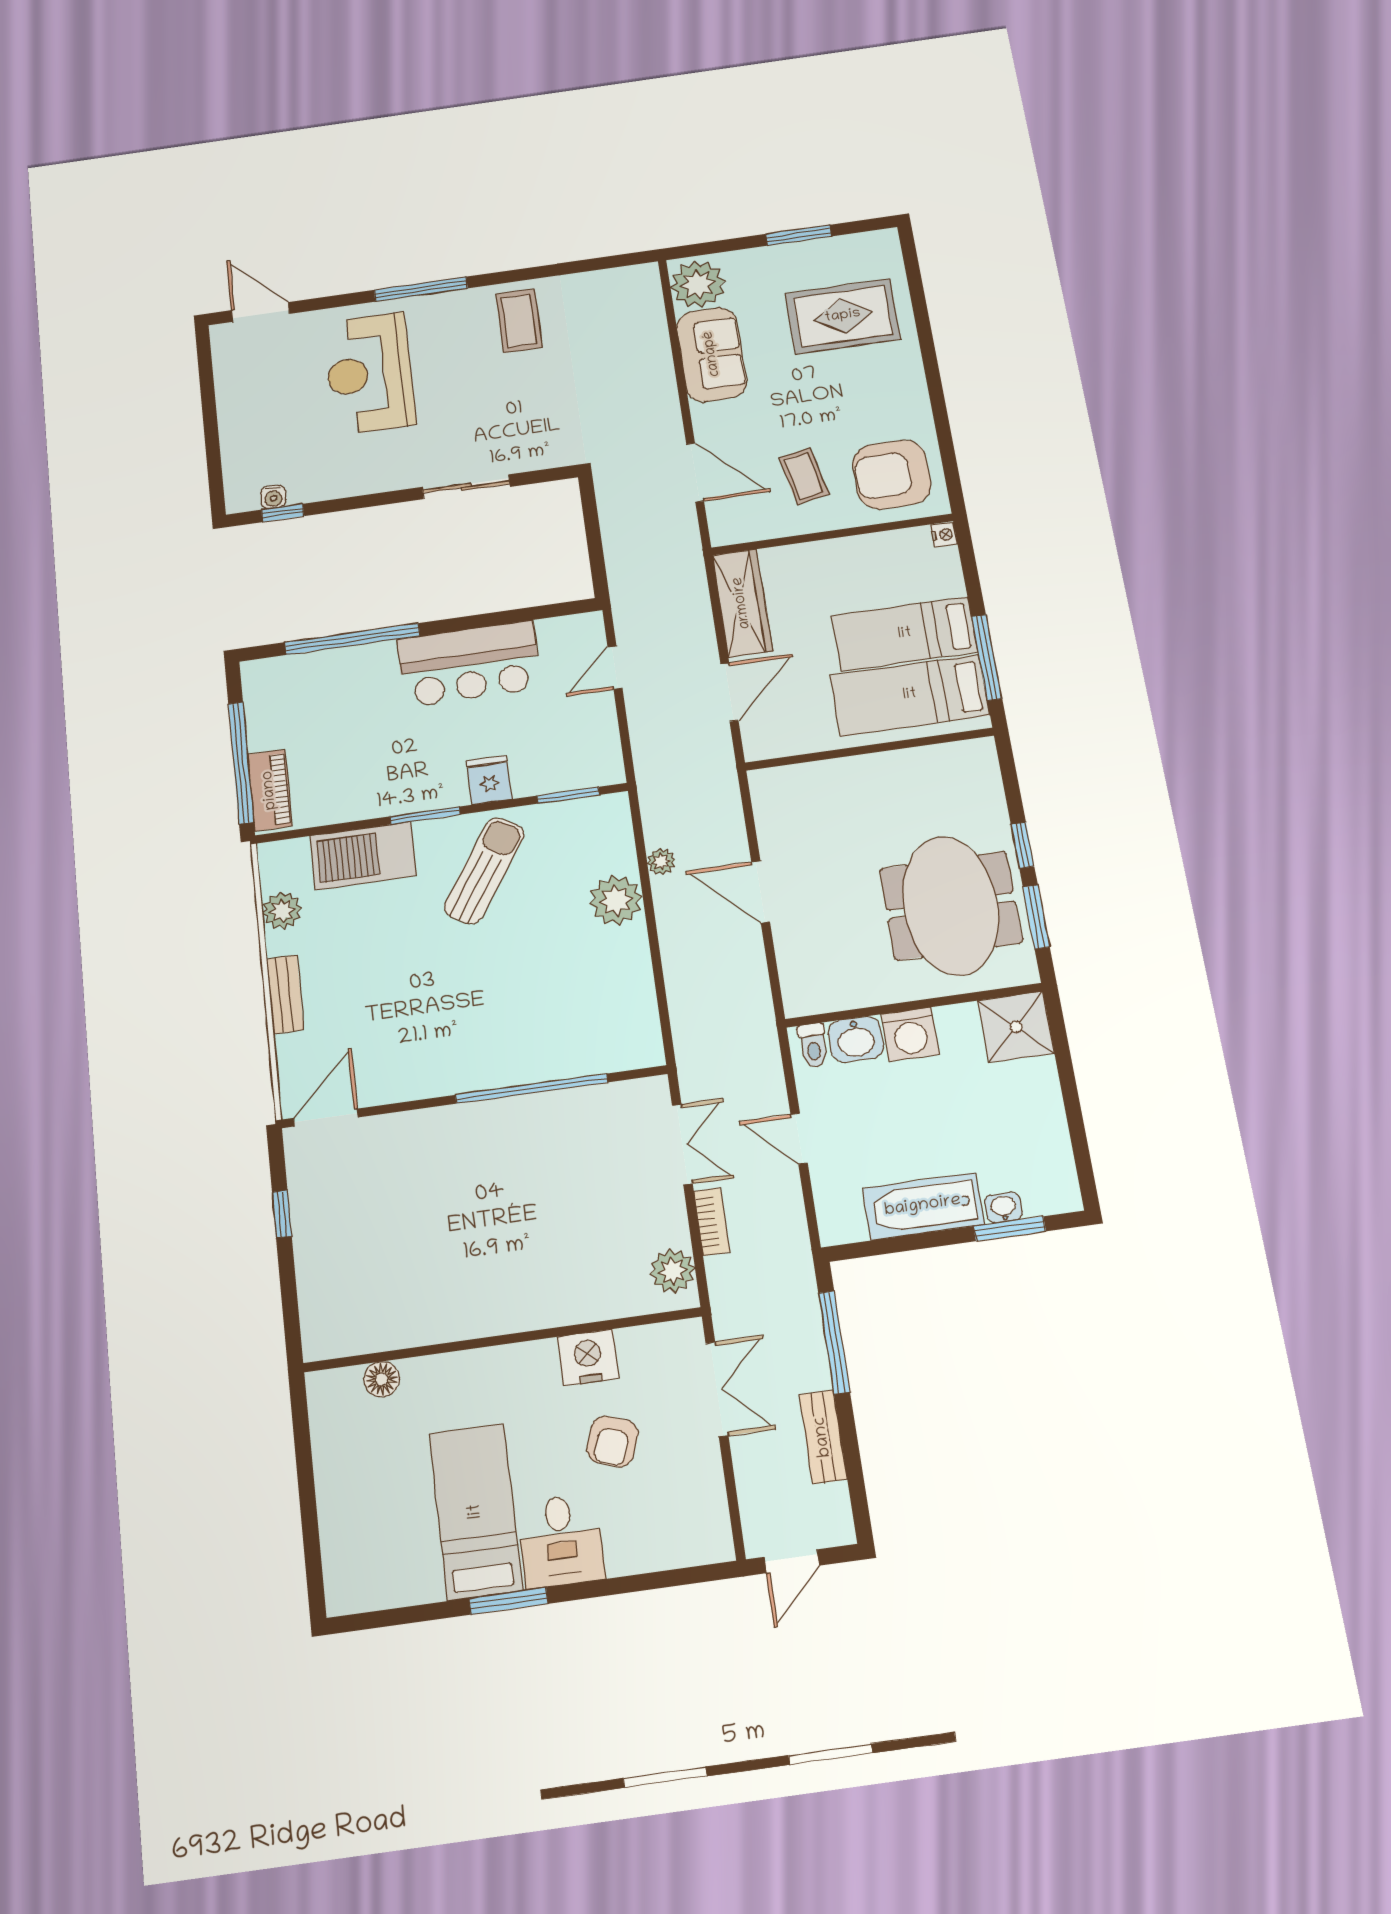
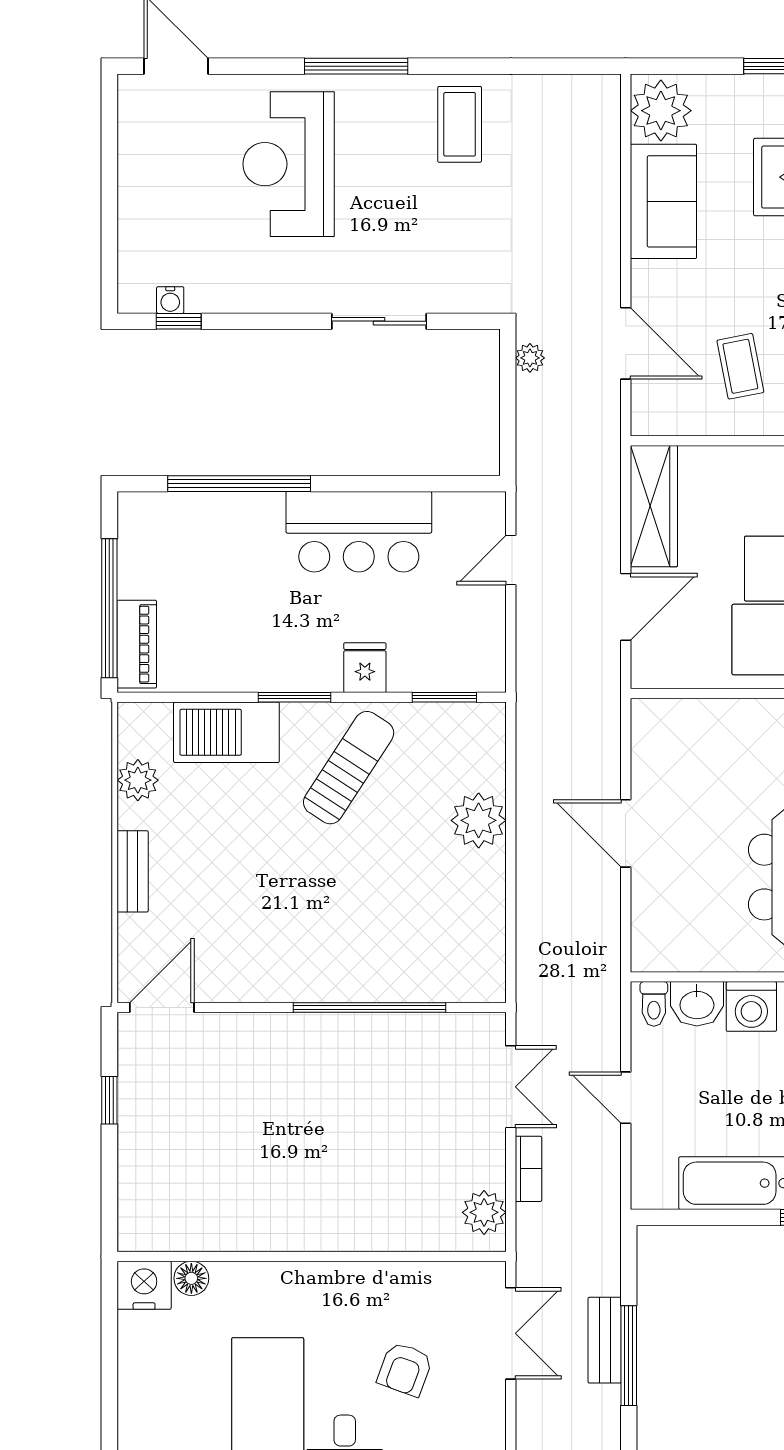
plant: (661, 862) -> (530, 358), moved
window: (834, 1342) -> (629, 1356), moved
nightstand: (588, 1357) -> (144, 1285), moved
bench: (823, 1437) -> (605, 1340), moved

